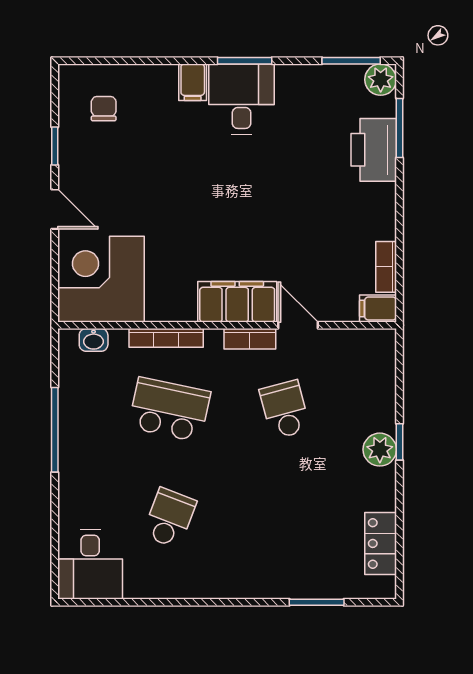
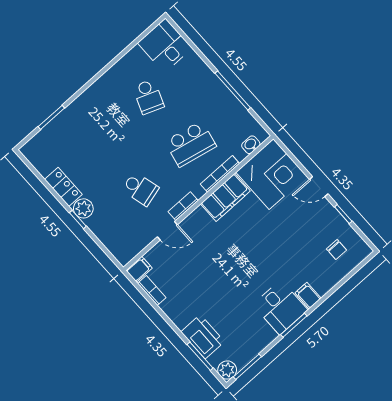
filing cabinet: (237, 302) -> (225, 197), moved
locker: (381, 543) -> (63, 187), moved

